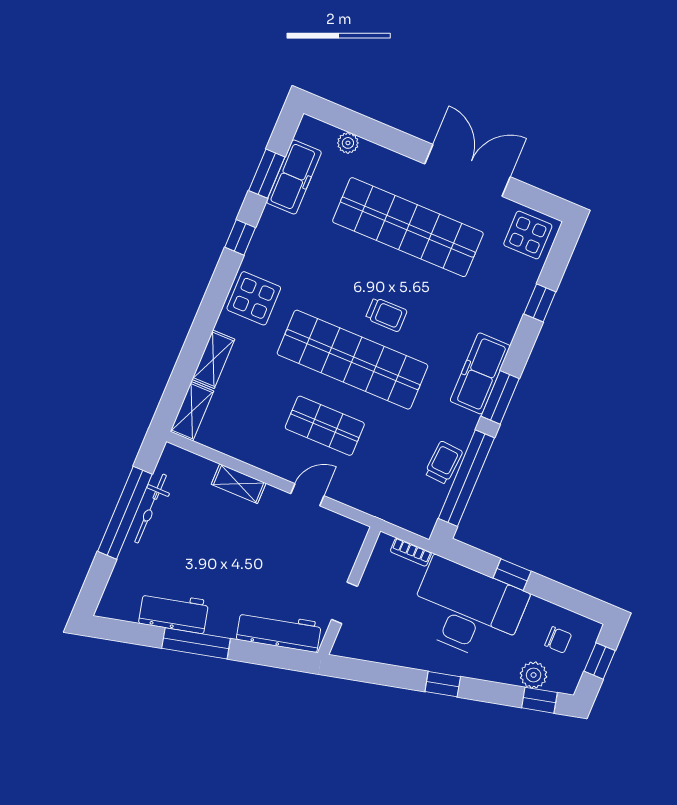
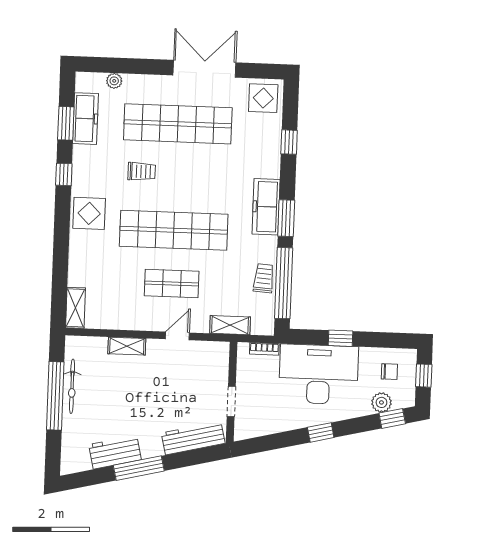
trolley: (386, 314) -> (142, 171), moved
shelving: (213, 359) -> (230, 325), moved, turned 90

